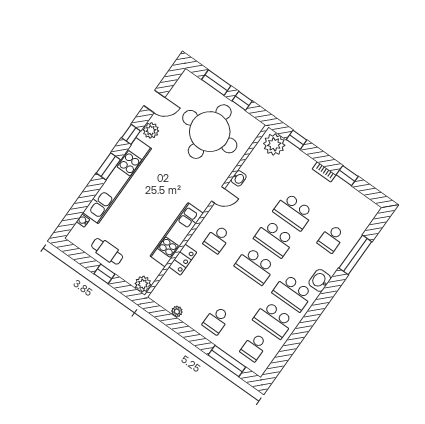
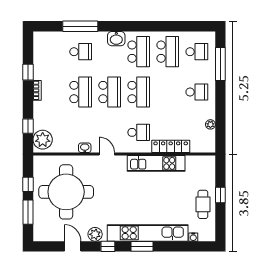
locker: (183, 260) -> (171, 146), width x1.53
plant: (143, 284) -> (208, 162), removed

